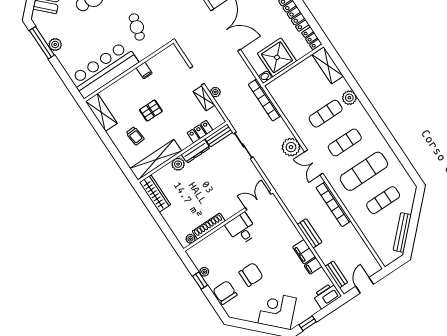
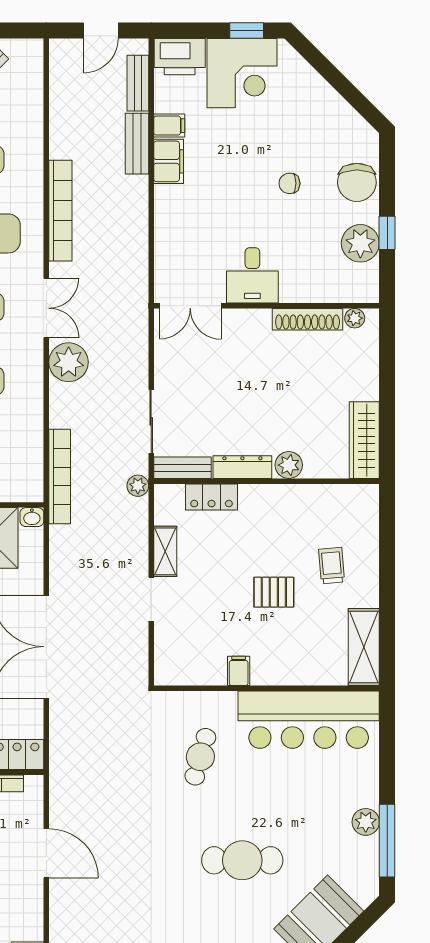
plant: (215, 92) -> (138, 486), moved
shelving: (156, 160) -> (323, 499), removed
bench: (310, 233) -> (137, 144), moved
plant: (204, 272) -> (360, 243), width x1.88, depth x1.88
chair: (251, 275) -> (289, 183), width x0.54, depth x0.54
corner desk: (277, 311) -> (242, 73), moved, turned -45

